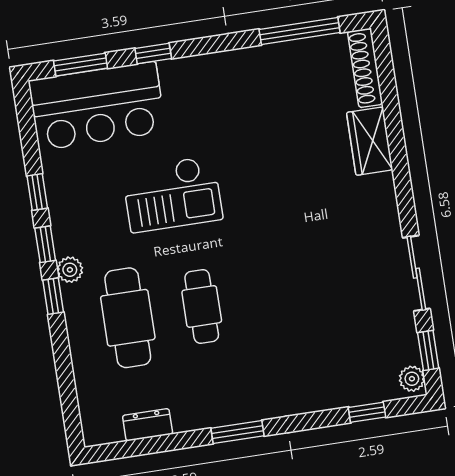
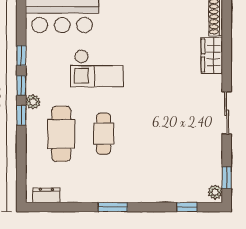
sliding door: (416, 273) -> (227, 113), moved
dresser: (148, 425) -> (46, 195), moved

